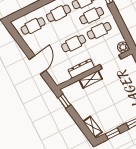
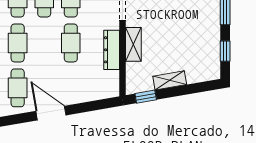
door: (38, 65) -> (51, 113), moved
shelving: (93, 127) -> (170, 80), moved

